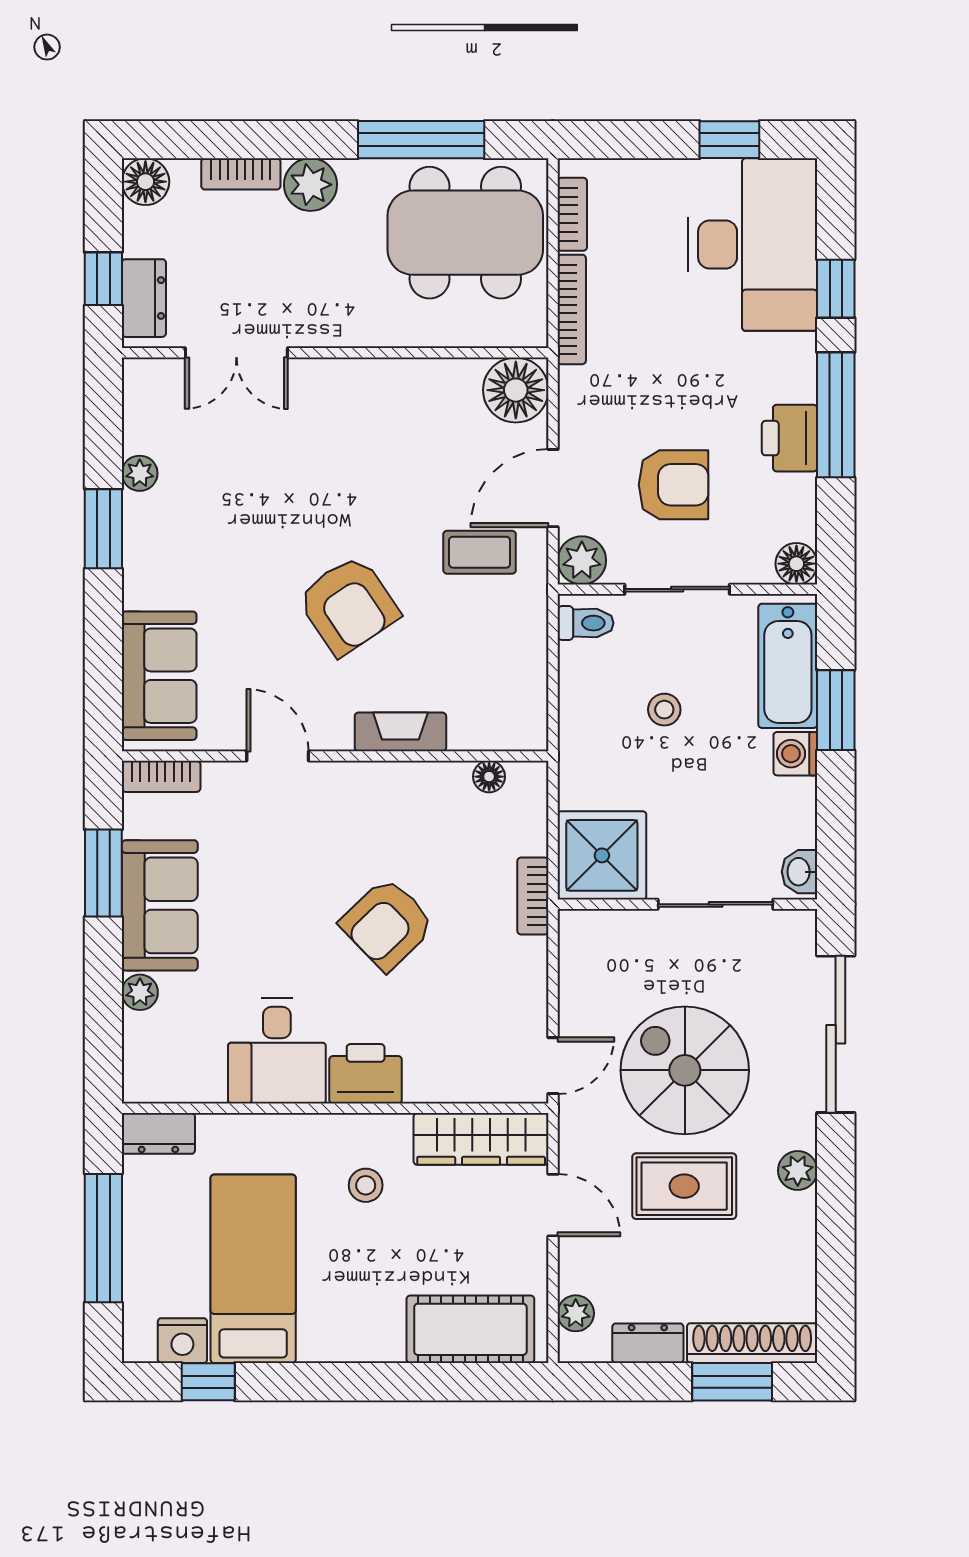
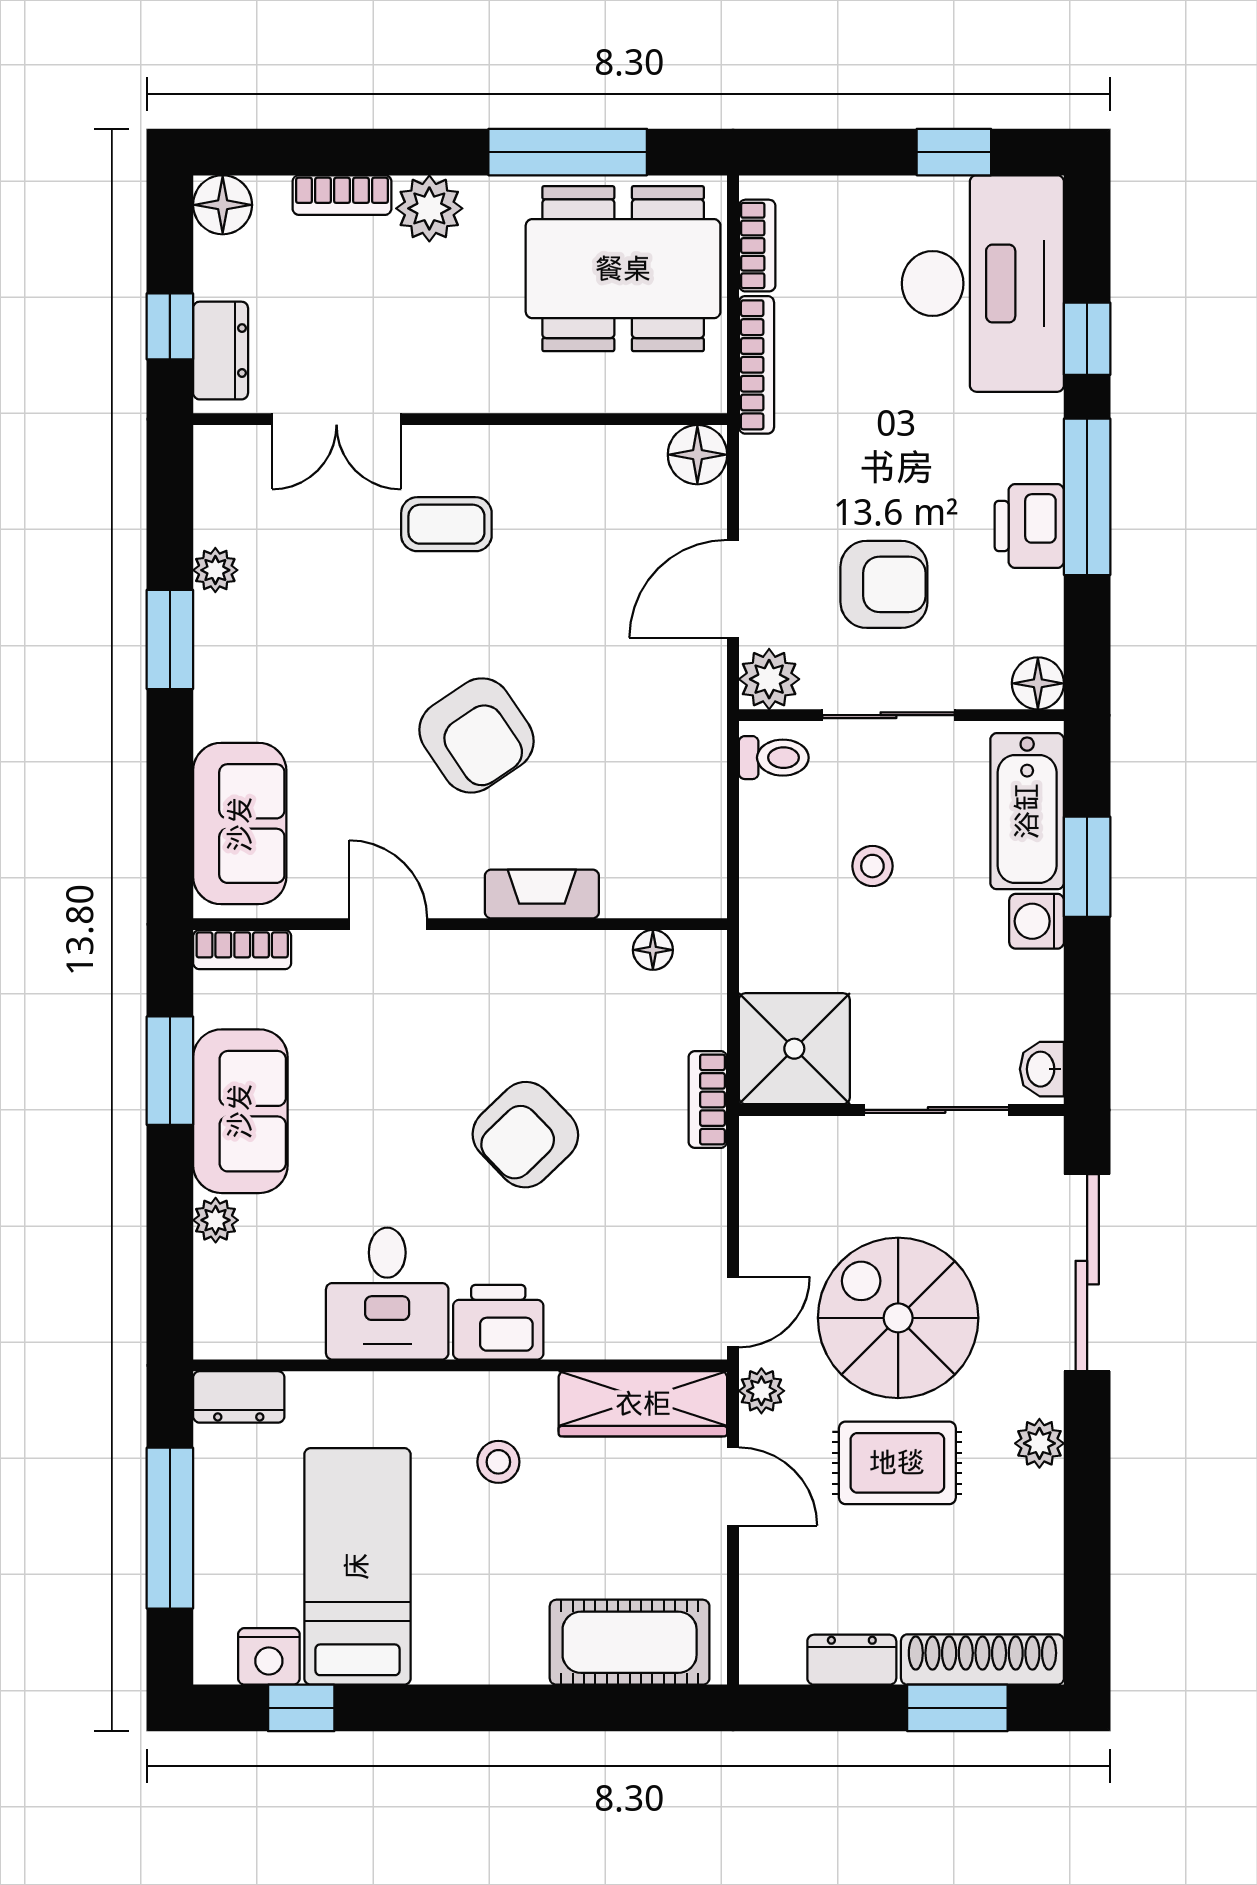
floor lamp: (516, 390) -> (697, 455), width x0.73, depth x0.73
coffee table: (480, 552) -> (446, 524), moved
plant: (576, 1313) -> (761, 1391), moved

